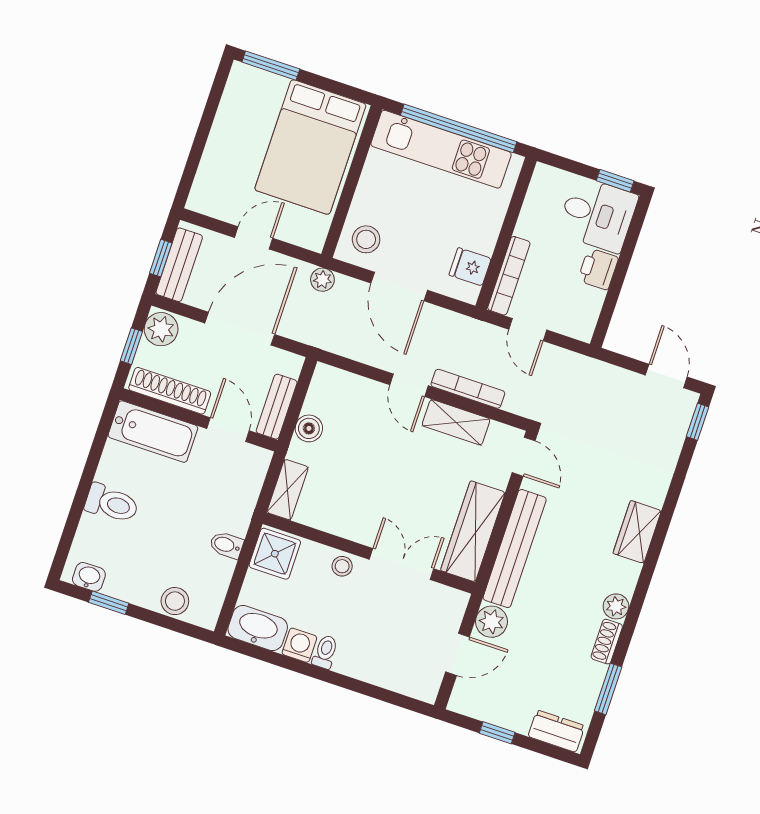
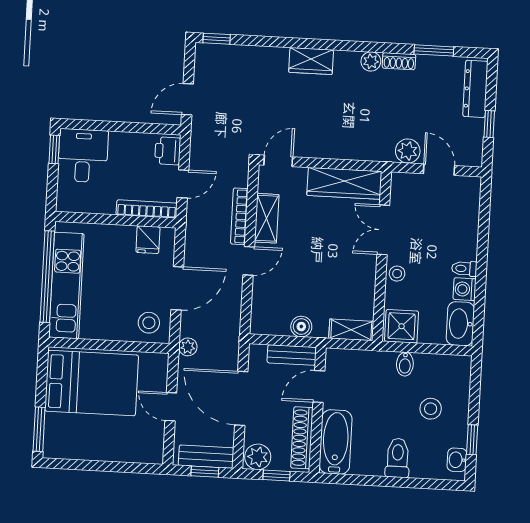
printer: (598, 269) -> (168, 151), moved, turned 90
door: (666, 376) -> (187, 99), moved
bench: (515, 549) -> (349, 149), removed
stool: (175, 601) -> (431, 409), moved
dresser: (556, 731) -> (475, 89), width x1.44

